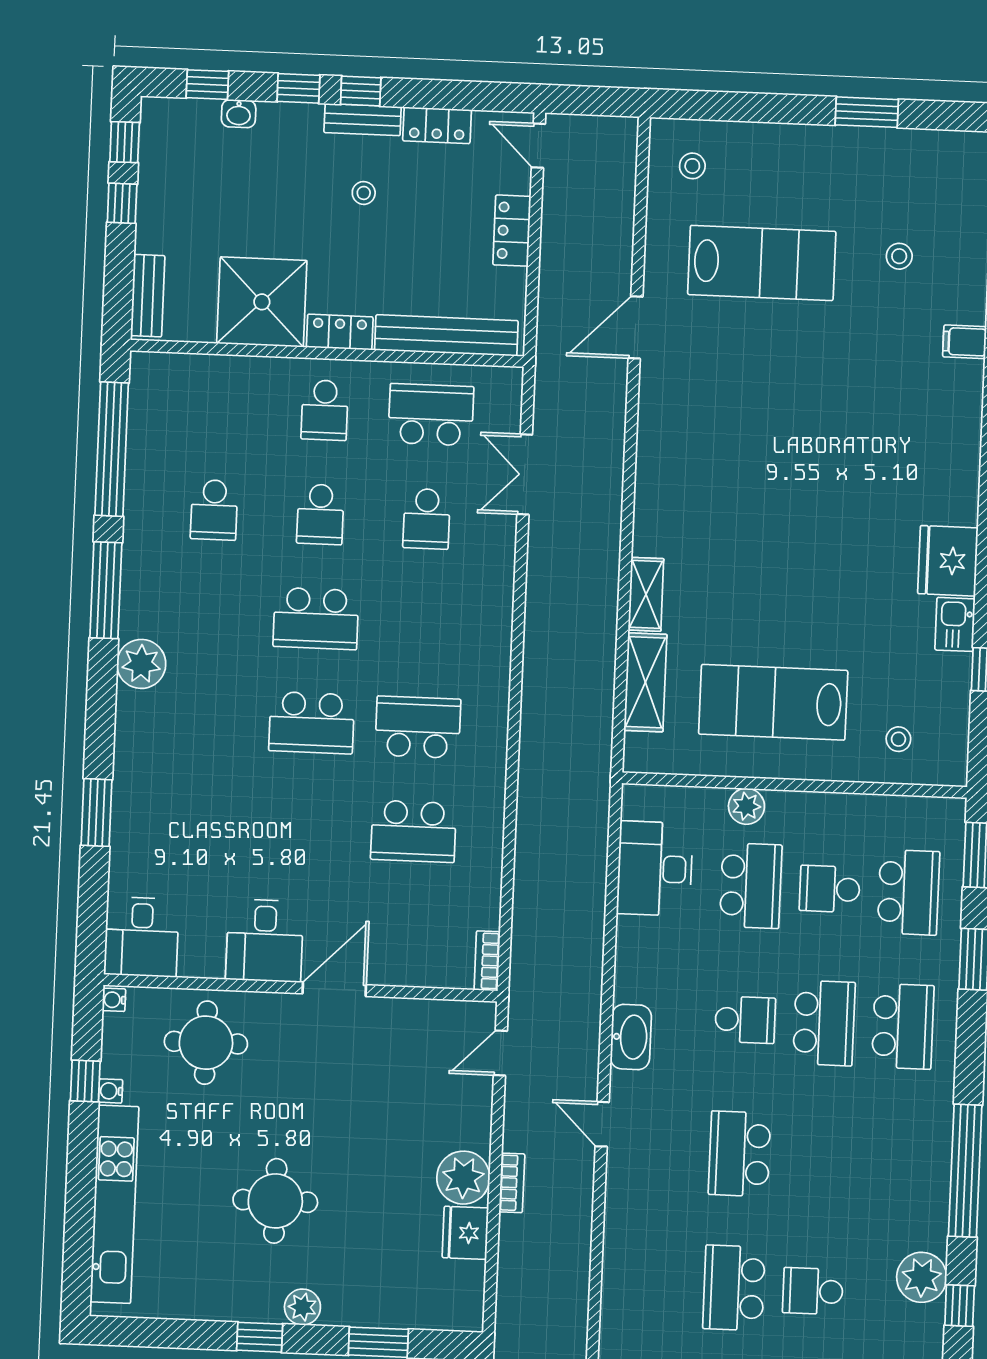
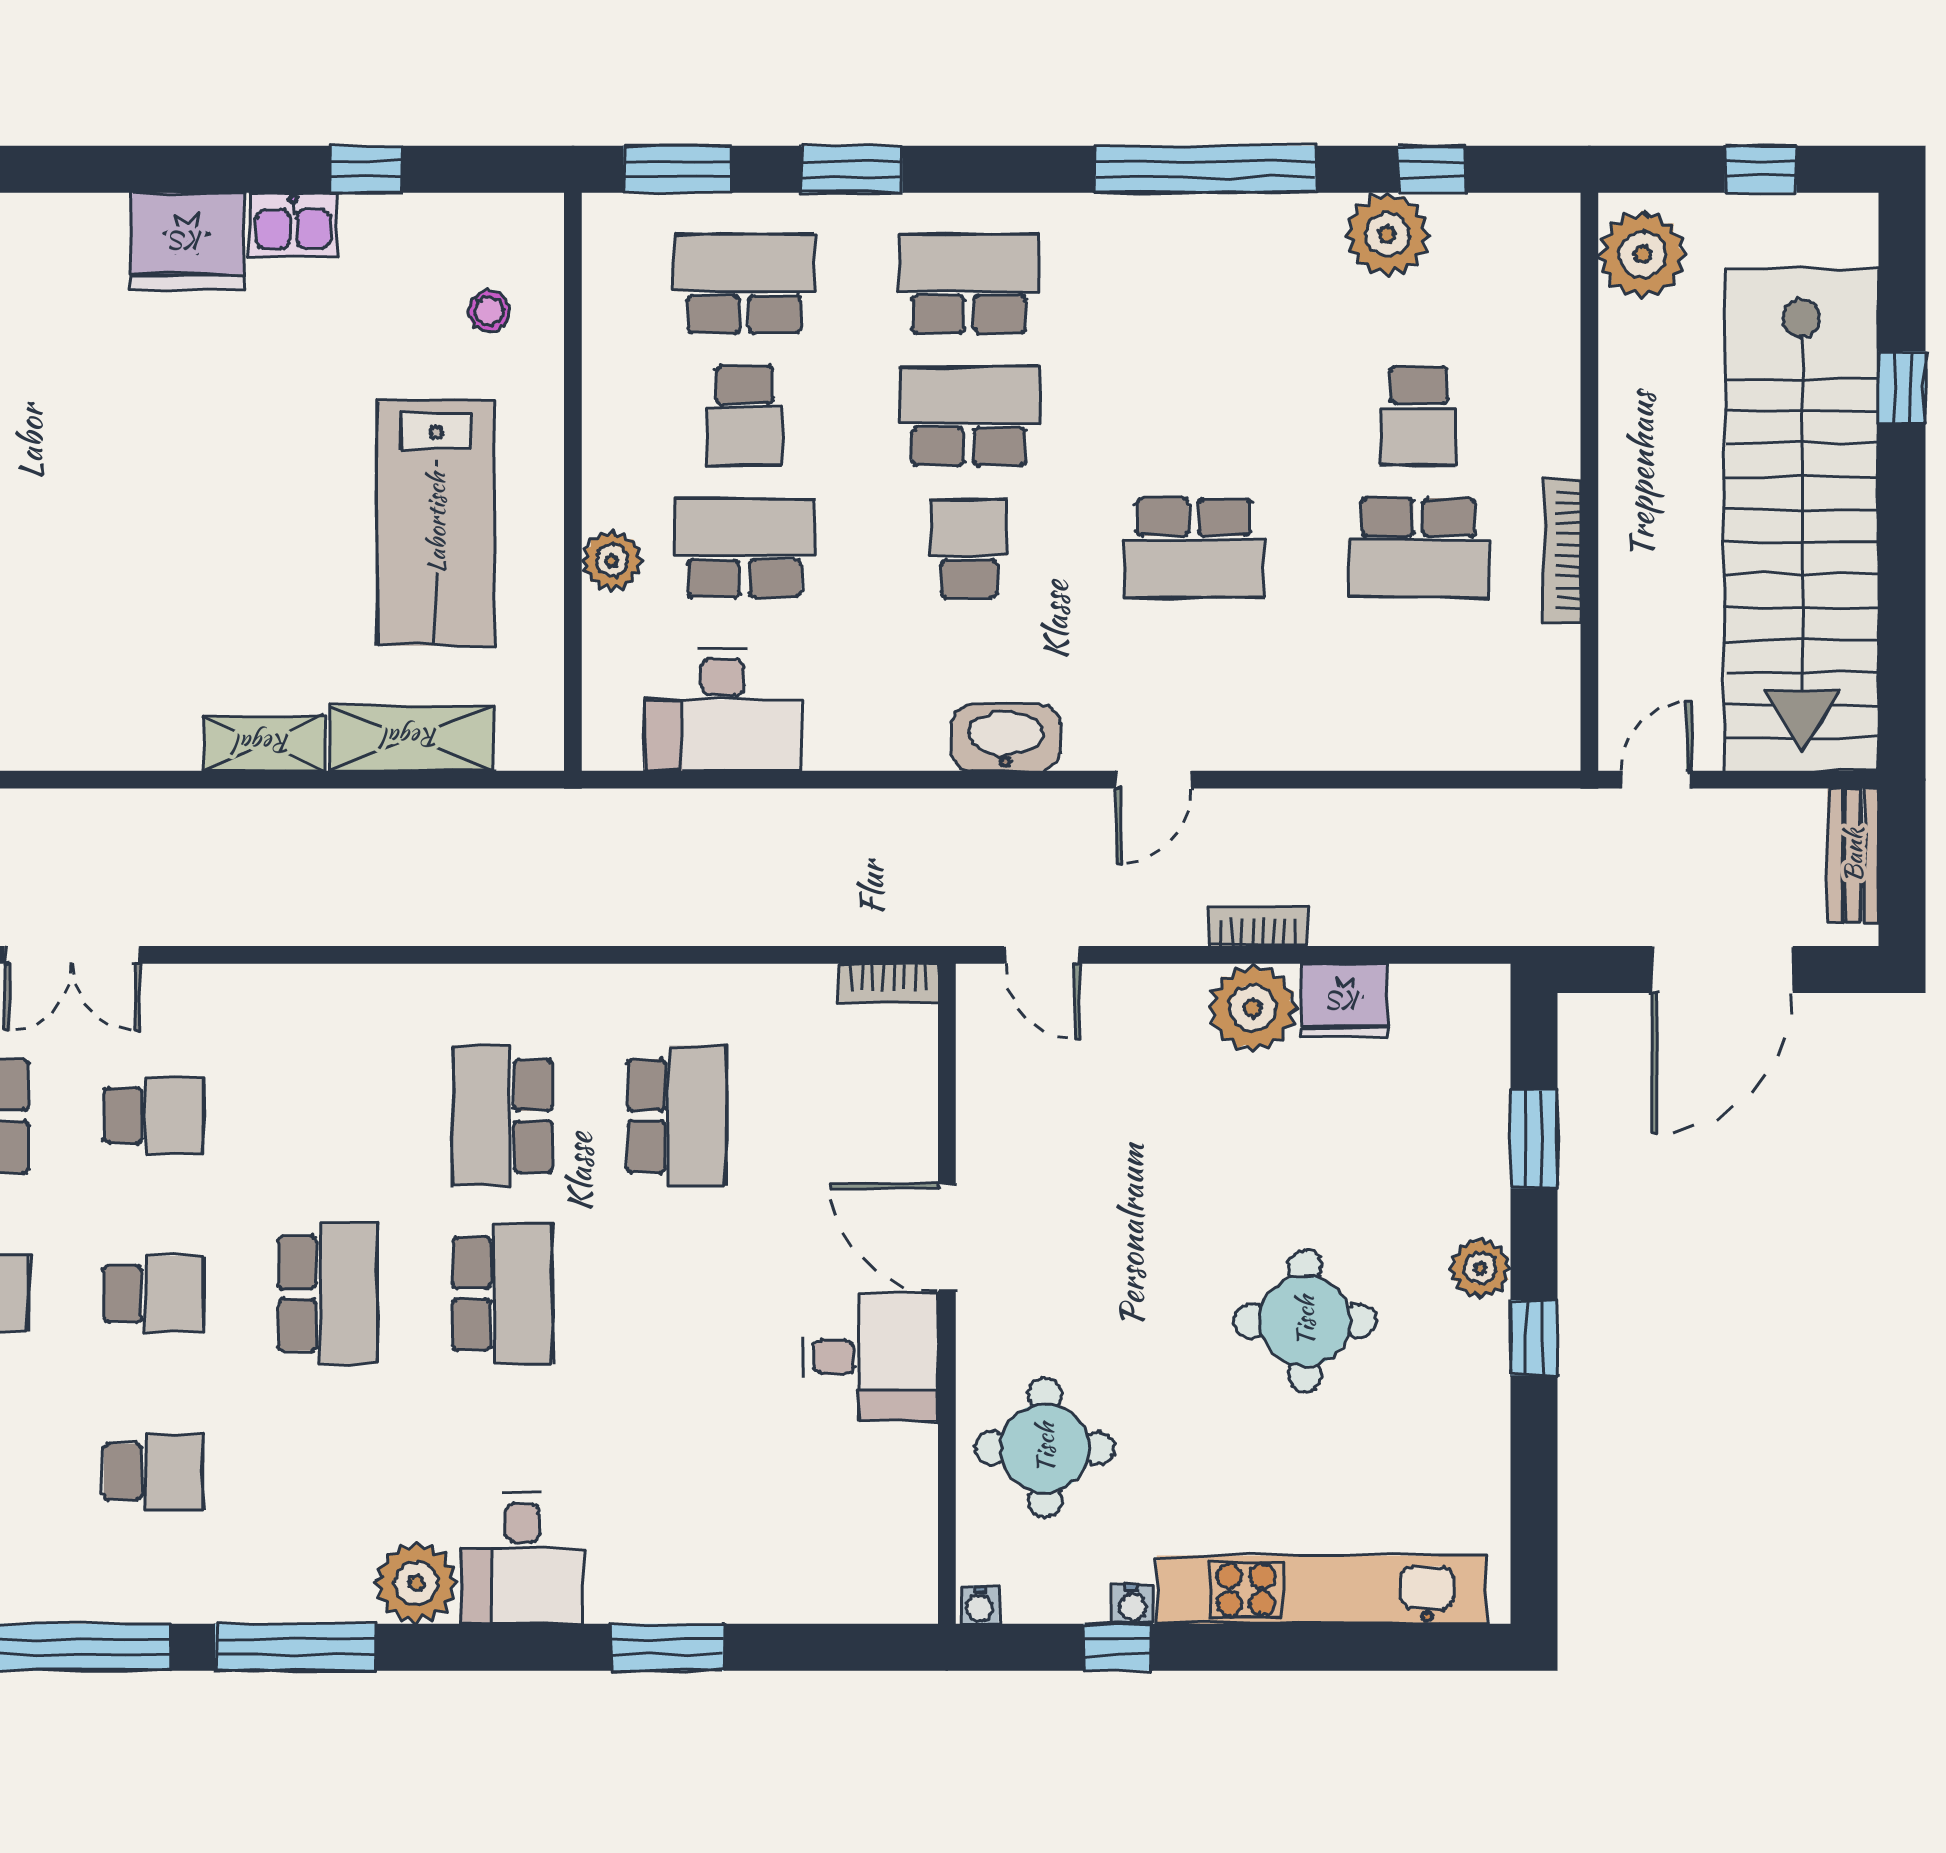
desk: (142, 937) -> (523, 1558), moved, turned 90

